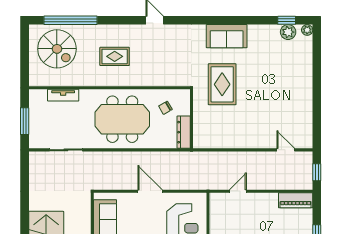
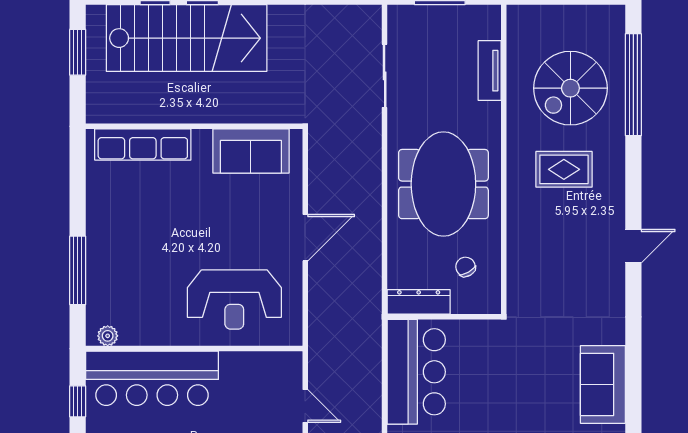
spiral stairs: (57, 49) -> (570, 88), moved
rug: (115, 56) -> (564, 169), turned 90
rug: (222, 84) -> (511, 376), removed
bar counter: (220, 133) -> (416, 372), added

